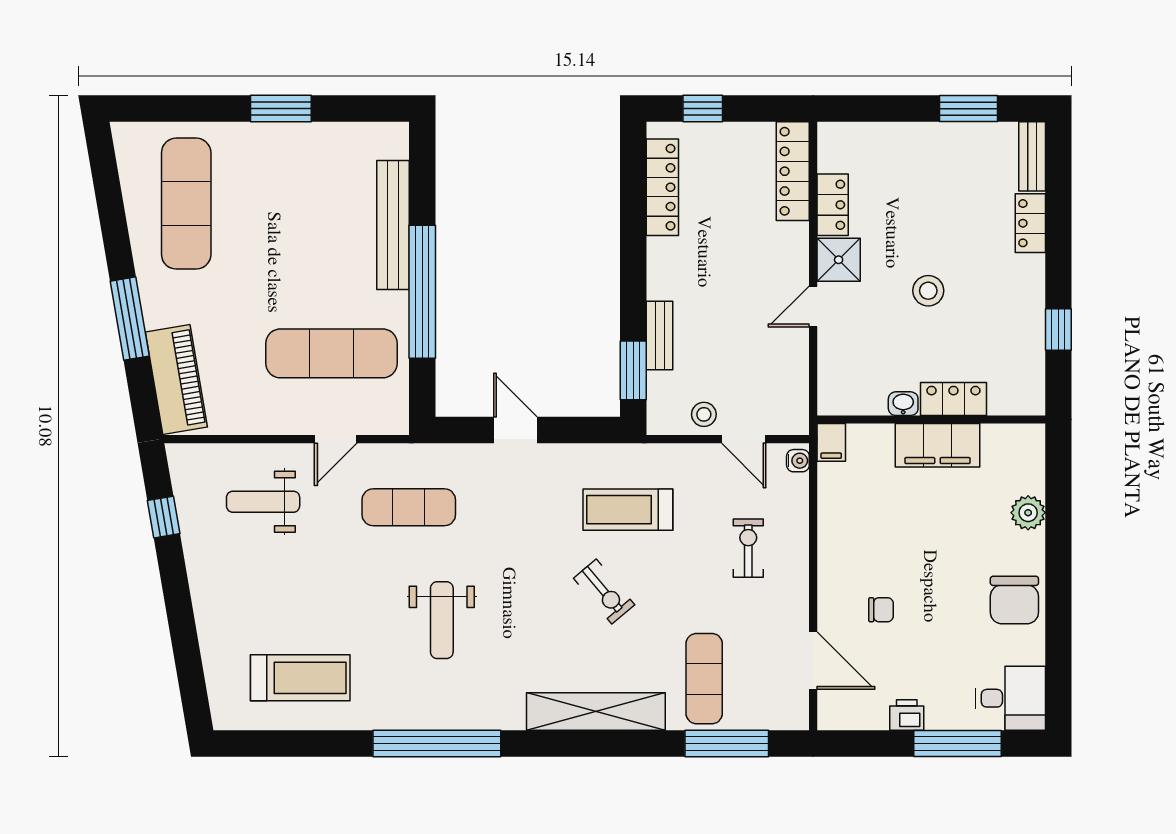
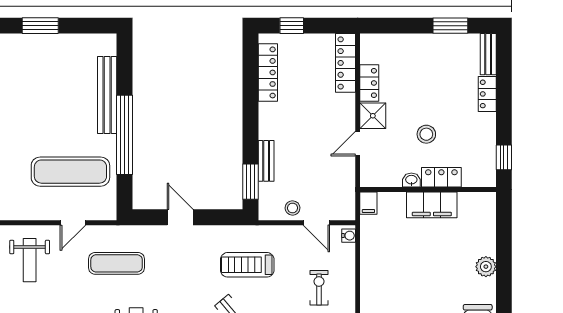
locker: (953, 399) -> (441, 177), moved
washbasin: (903, 404) -> (411, 180), moved
wall: (931, 419) -> (428, 190), moved
filing cabinet: (831, 442) -> (368, 203), moved
filing cabinet: (937, 445) -> (432, 205), moved
weight bench: (263, 502) -> (30, 260), turned -90

